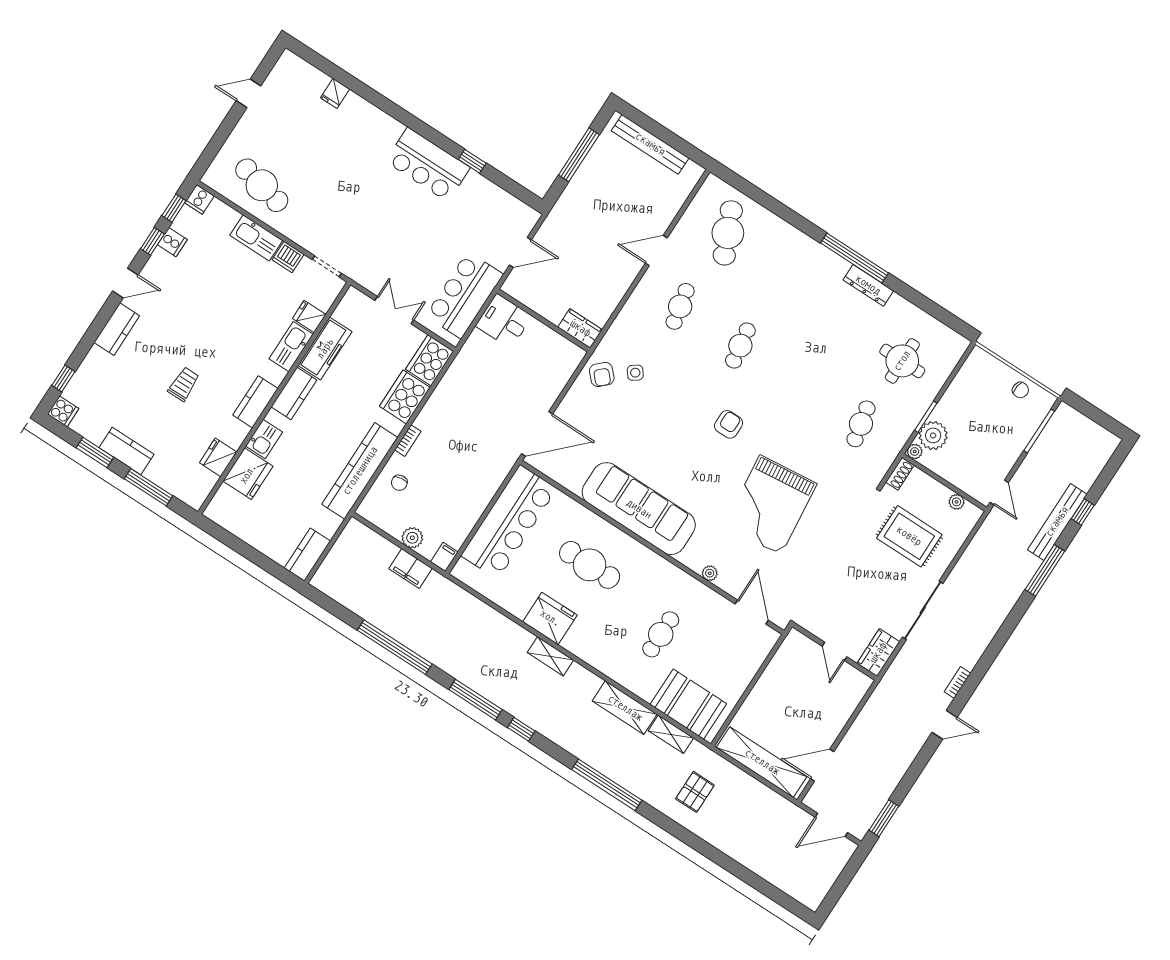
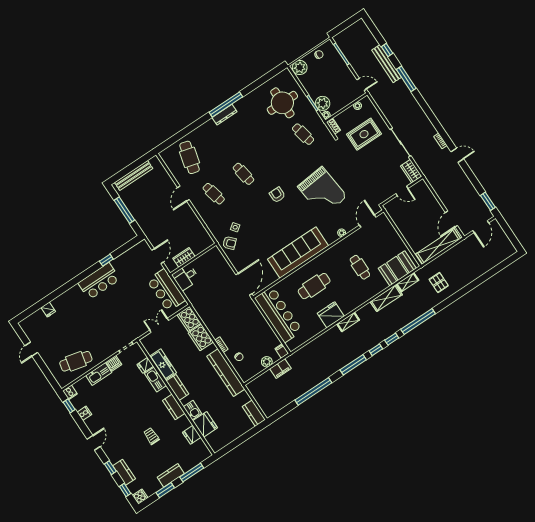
cafe table: (728, 233) -> (189, 157), turned 39
window: (152, 241) -> (110, 468), moved
dresser: (868, 285) -> (224, 115), moved
wardrobe: (580, 328) -> (184, 257), moved
kitchen counter: (117, 329) -> (124, 472), moved
round table: (902, 361) -> (282, 103), width x1.36, depth x1.36
plant: (981, 365) -> (300, 68), added
door: (752, 612) -> (368, 221), hinge flipped
door: (945, 725) -> (457, 155), hinge flipped
window: (553, 750) -> (392, 339), added

